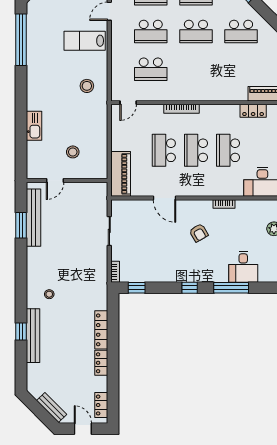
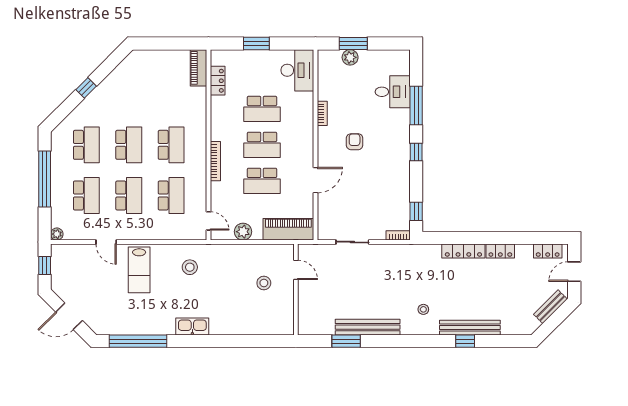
school desk: (241, 31) -> (171, 145), moved
kitchen sink: (34, 126) -> (192, 326), moved
plant: (119, 133) -> (243, 232), added
door: (55, 181) -> (296, 270), moved
bench: (33, 218) -> (368, 327), moved
armchair: (199, 233) -> (355, 142), turned -60

